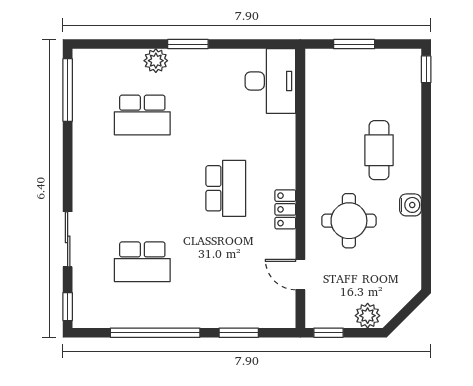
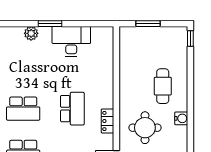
desk: (270, 81) -> (71, 41), moved, turned -90
school desk: (142, 115) -> (23, 109), moved

